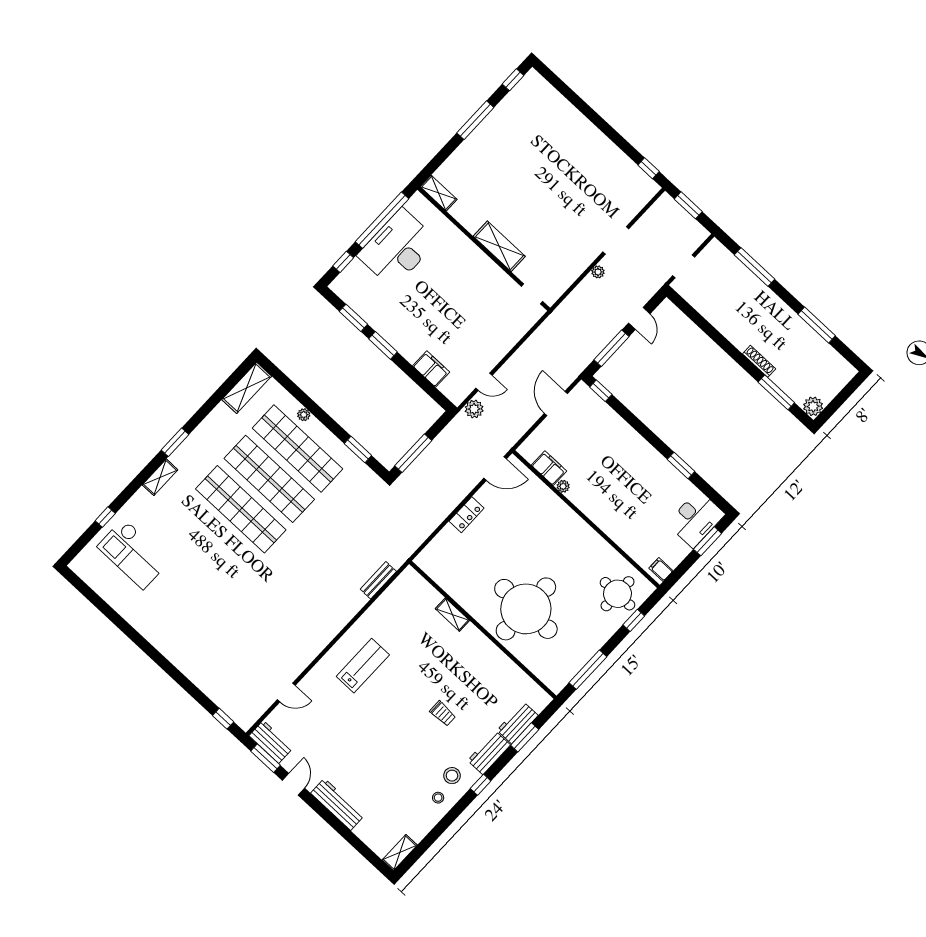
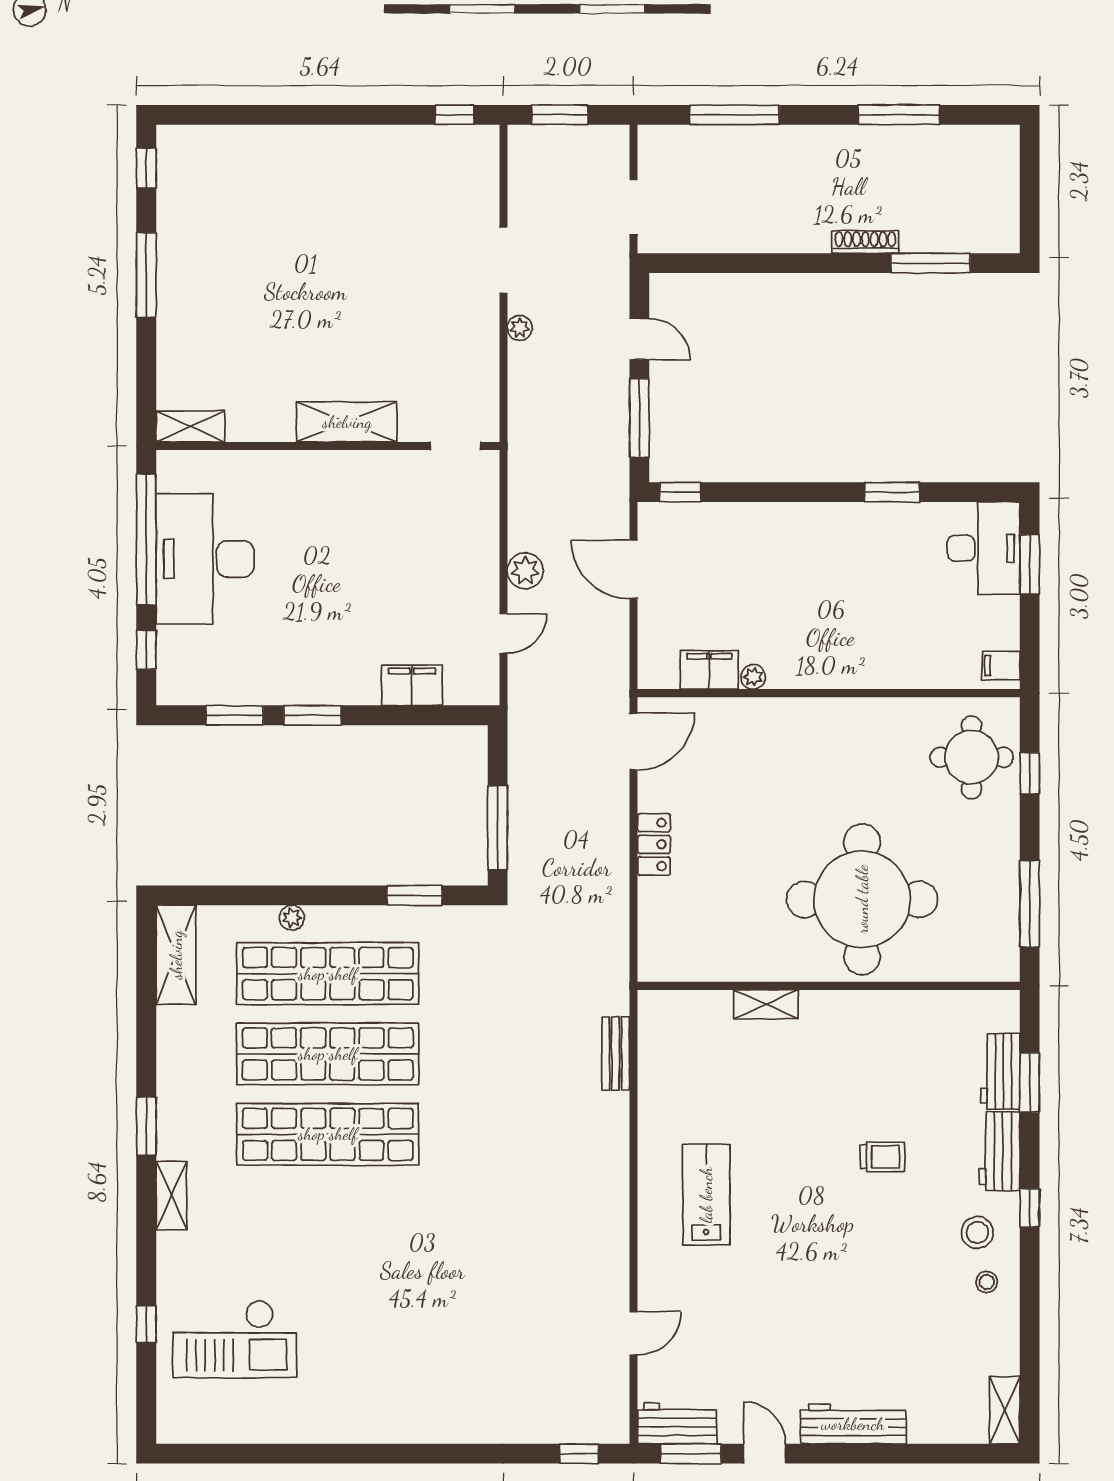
plant: (813, 406) -> (1001, 234), removed
plant: (474, 409) -> (525, 571), moved

